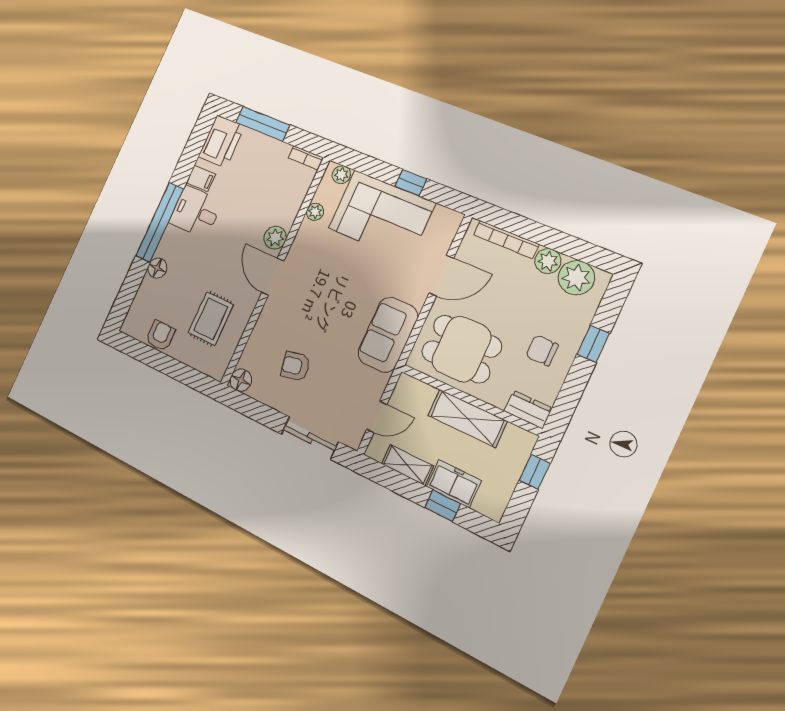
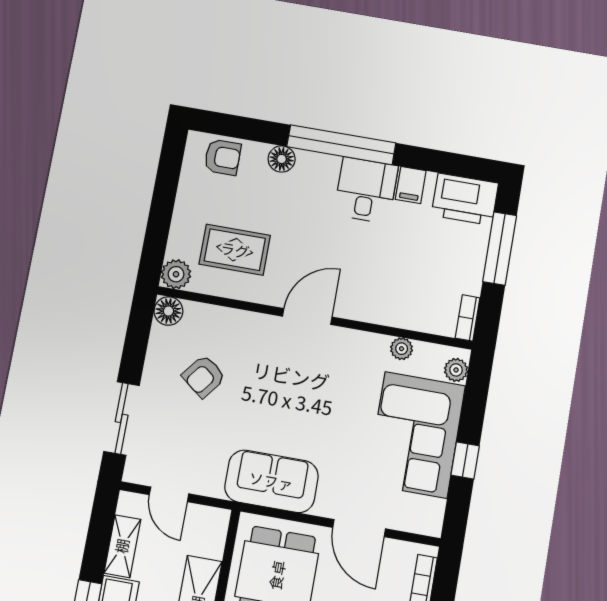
plant: (275, 238) -> (176, 274), moved
armchair: (160, 336) -> (223, 157), moved
armchair: (295, 366) -> (204, 376), turned -130

